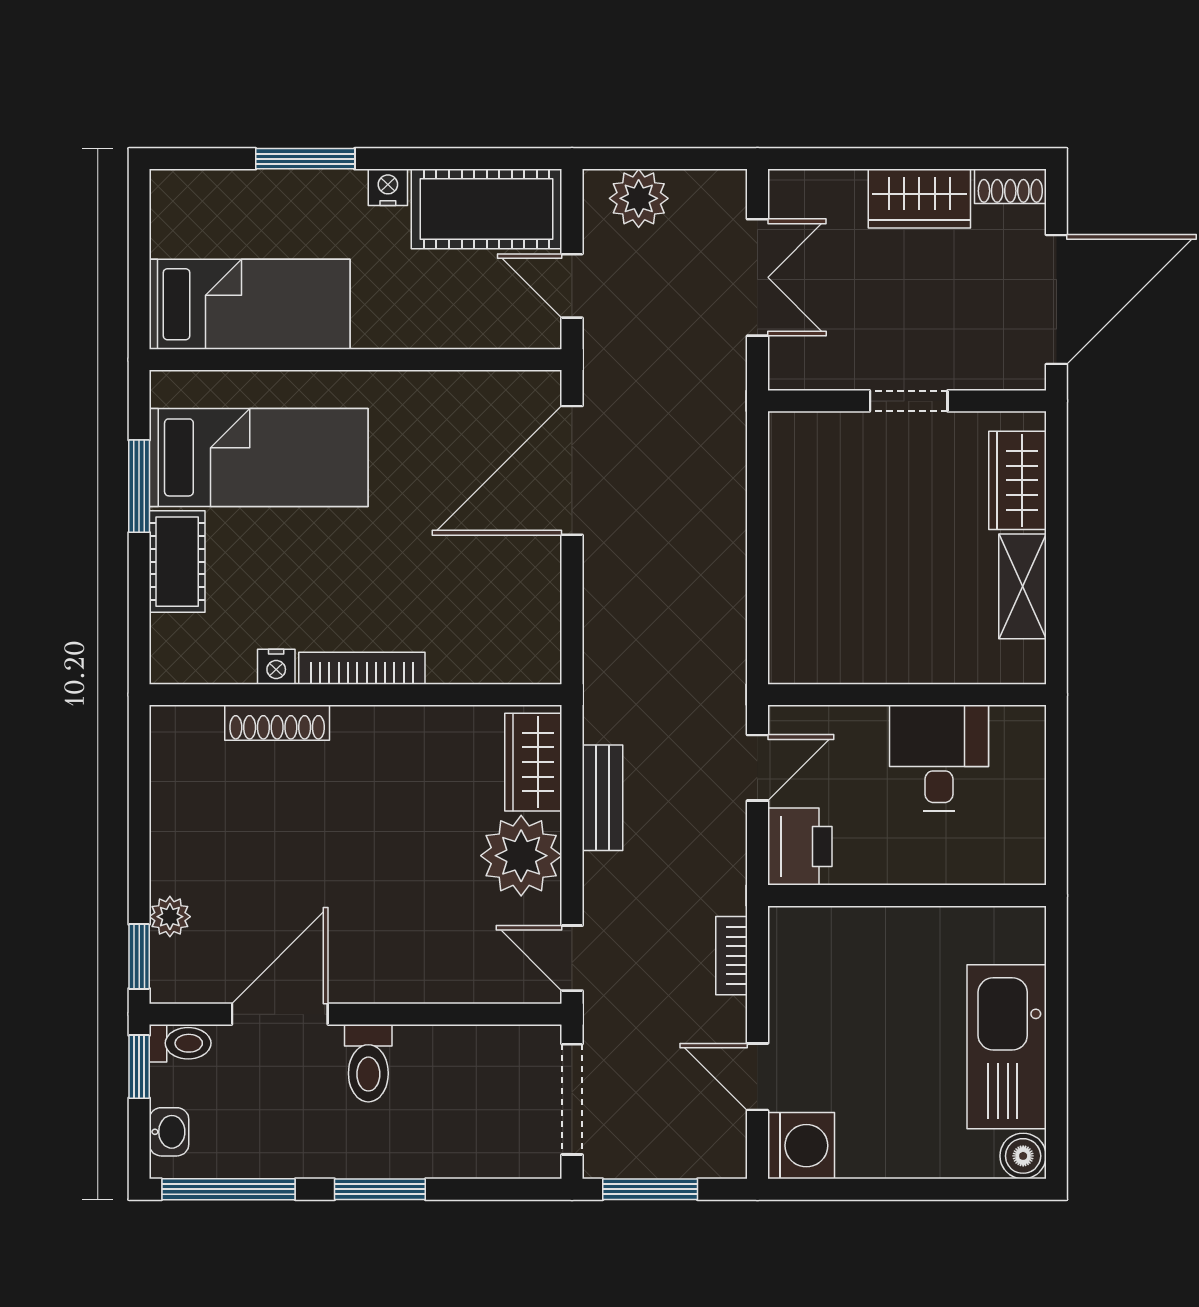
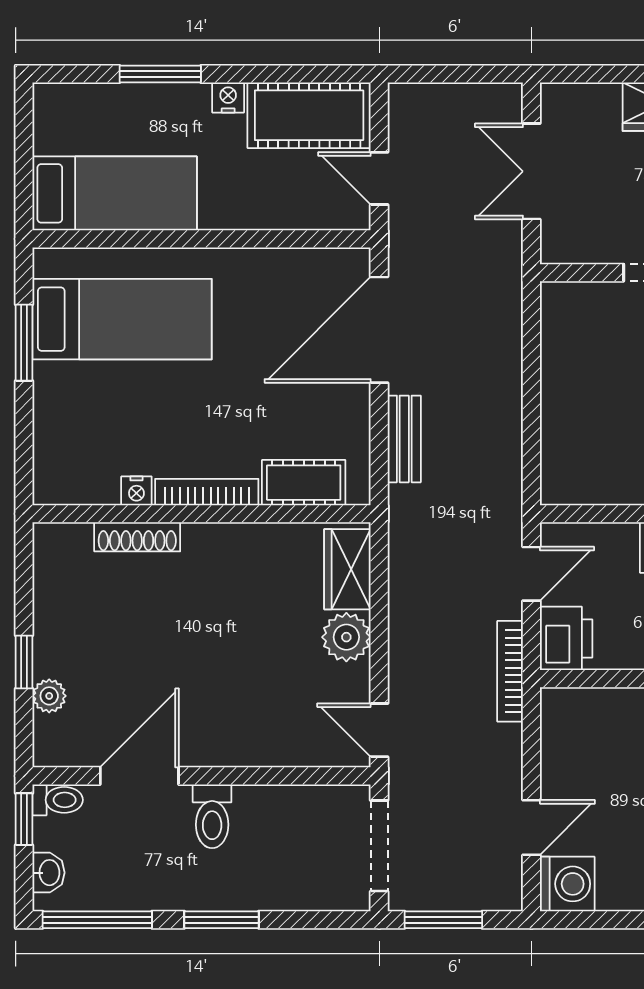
plant: (639, 198) -> (434, 107), removed
double door: (757, 277) -> (531, 171), swing flipped
cot: (177, 562) -> (304, 483), moved, turned 90
bench: (602, 798) -> (404, 439), moved
plant: (521, 856) -> (346, 637), width x0.73, depth x0.73
window: (139, 956) -> (24, 662), moved
bookcase: (731, 956) -> (510, 671), moved, width x1.56
door: (757, 1077) -> (531, 828), swing flipped

